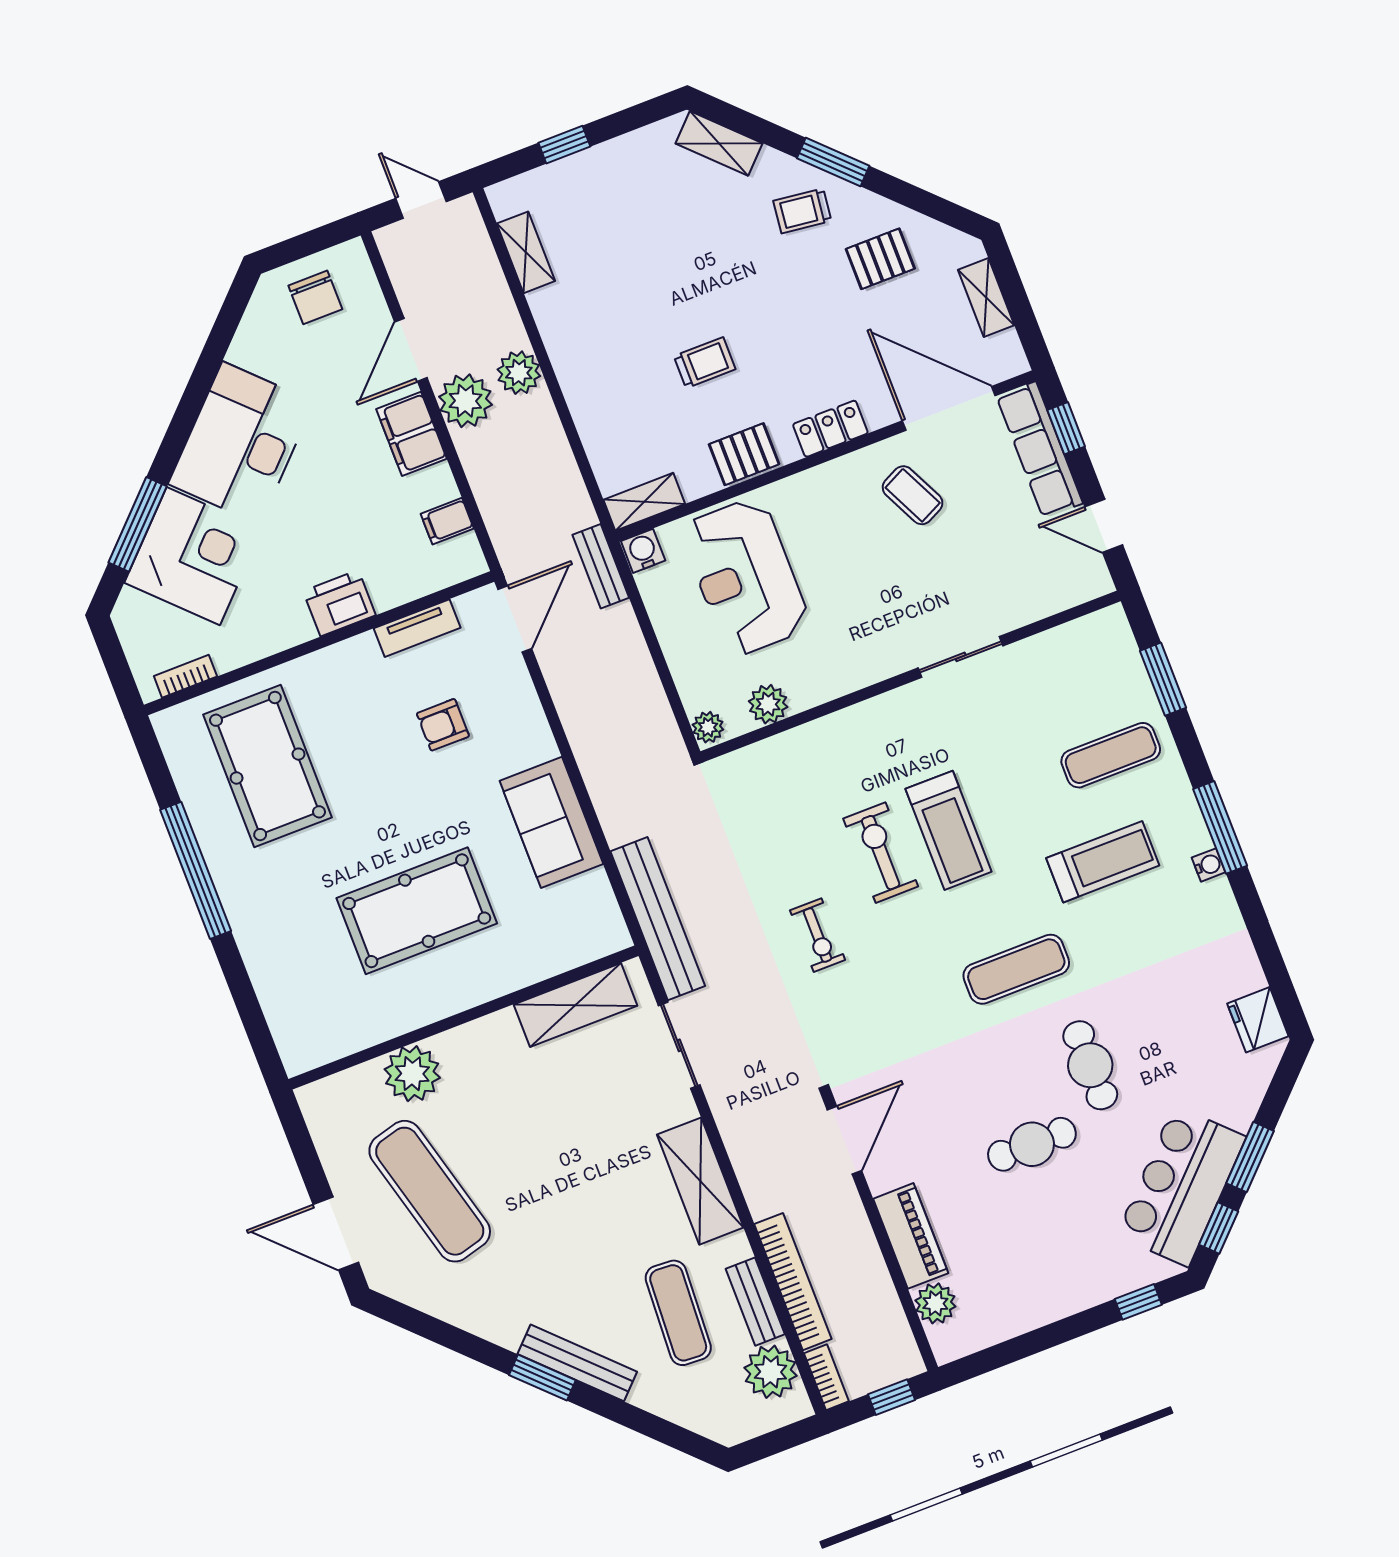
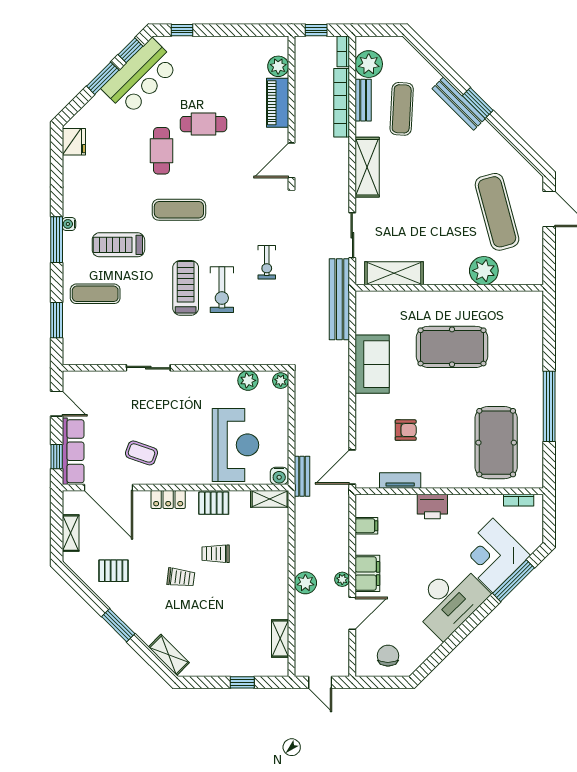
trolley: (802, 211) -> (181, 578), moved
plant: (465, 401) -> (342, 579), width x0.53, depth x0.53
coffee table: (913, 495) -> (141, 453), turned -45
exercise bike: (818, 935) -> (267, 262), turned 180

